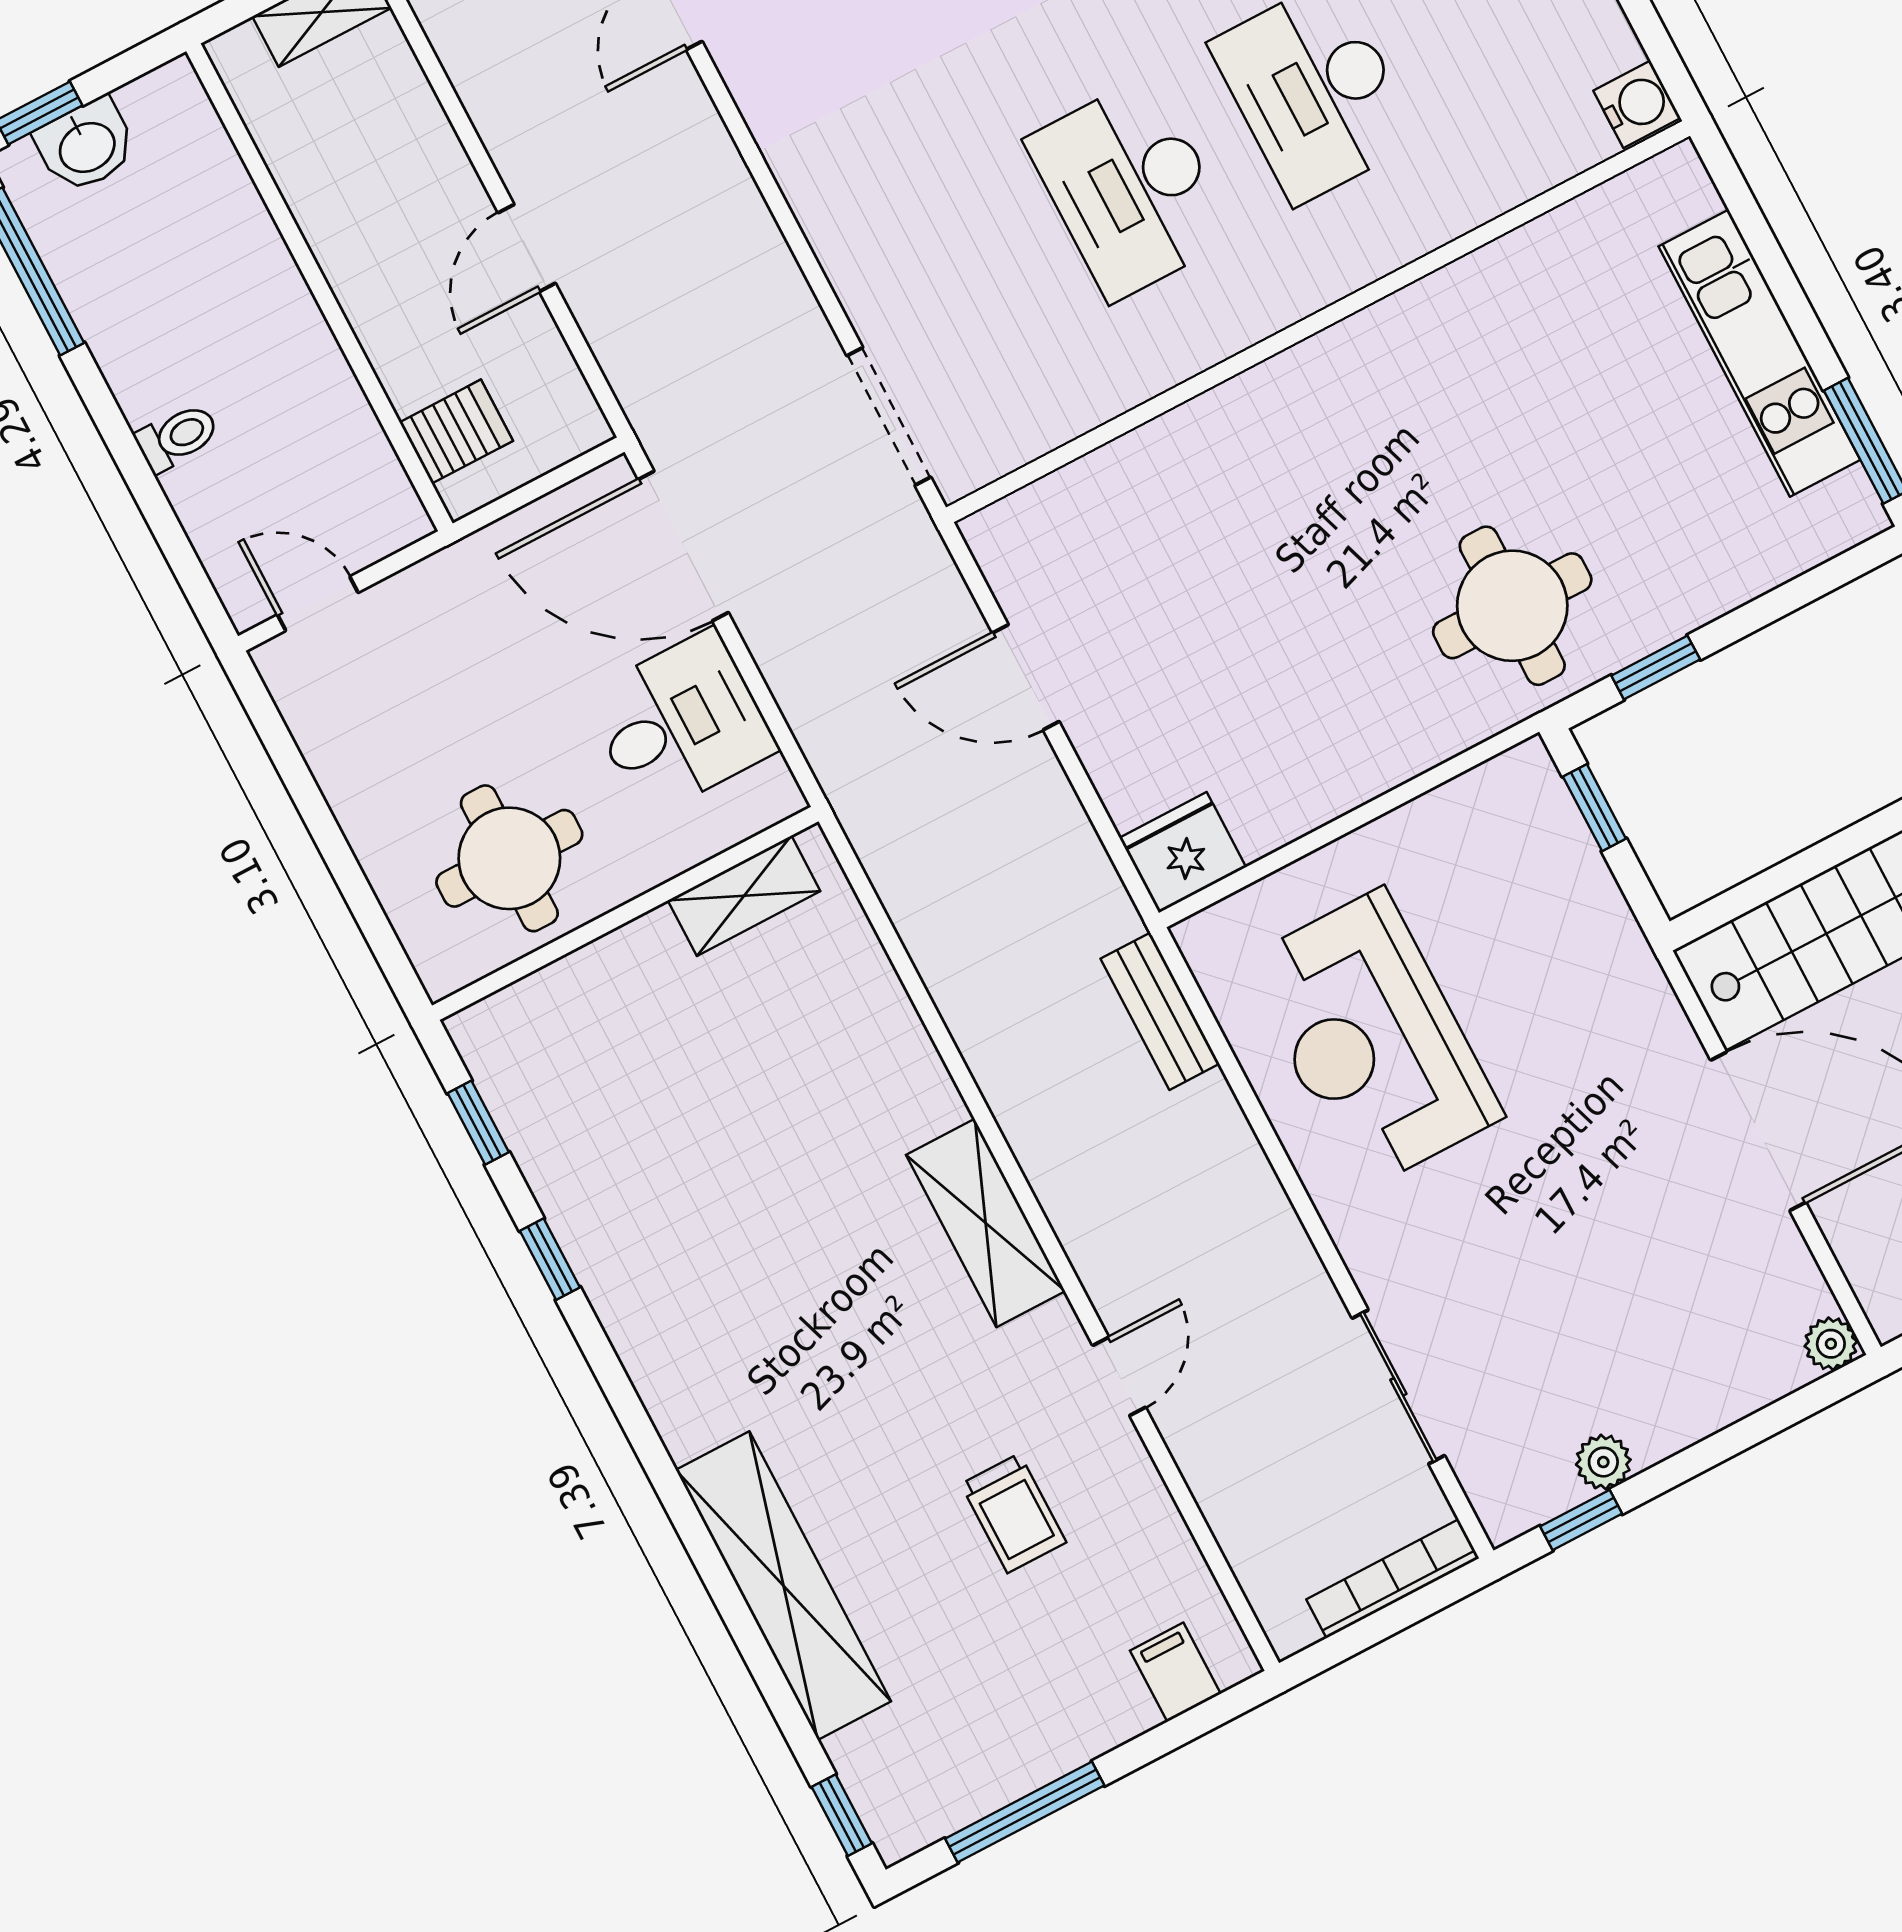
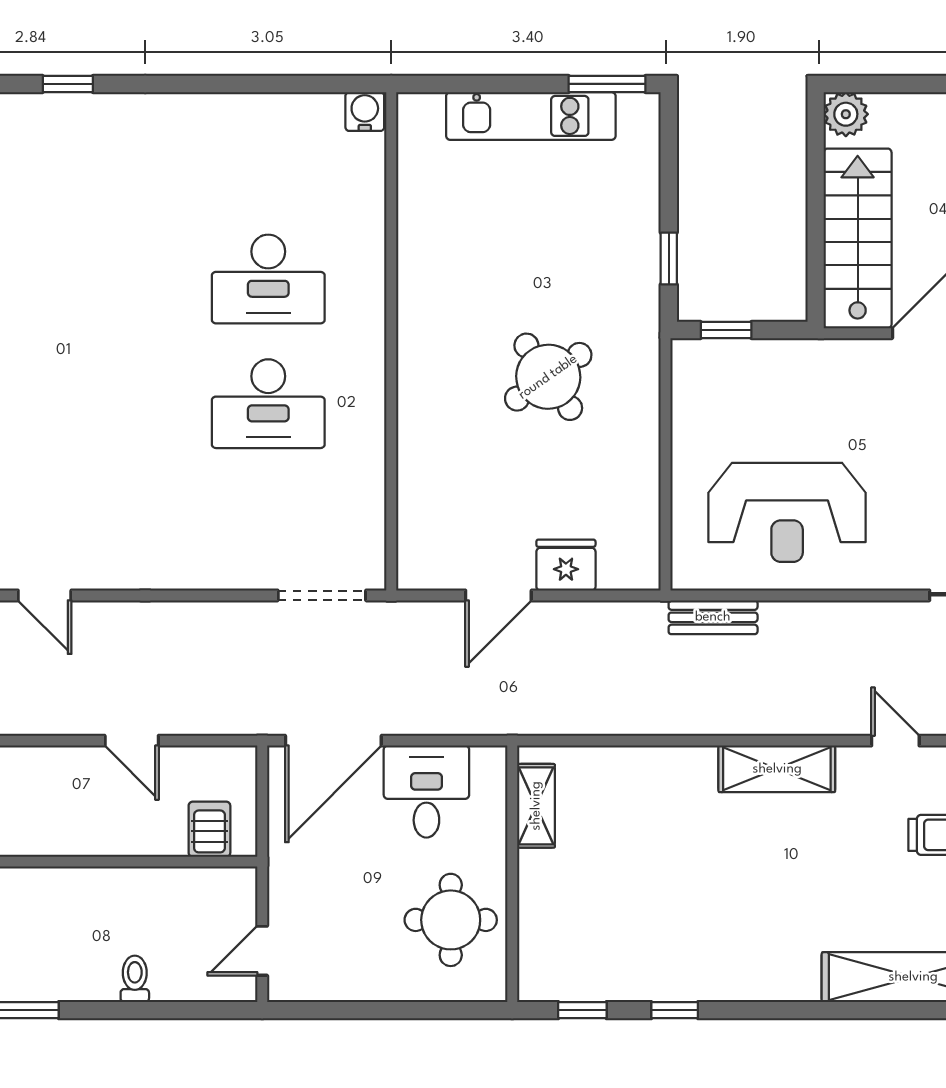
round table: (1512, 606) -> (548, 377), moved, turned -35
fridge: (1183, 852) -> (566, 565), moved, turned 90

